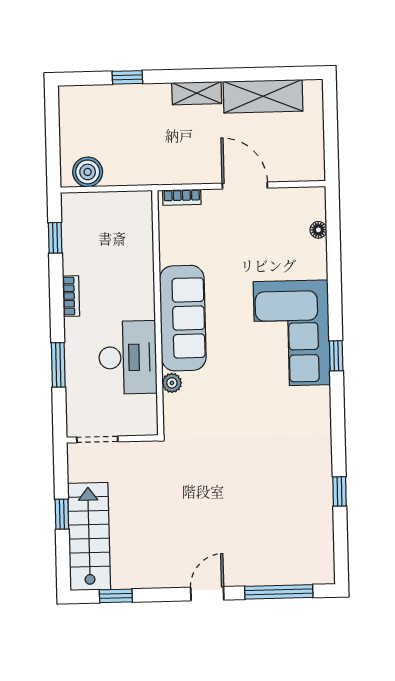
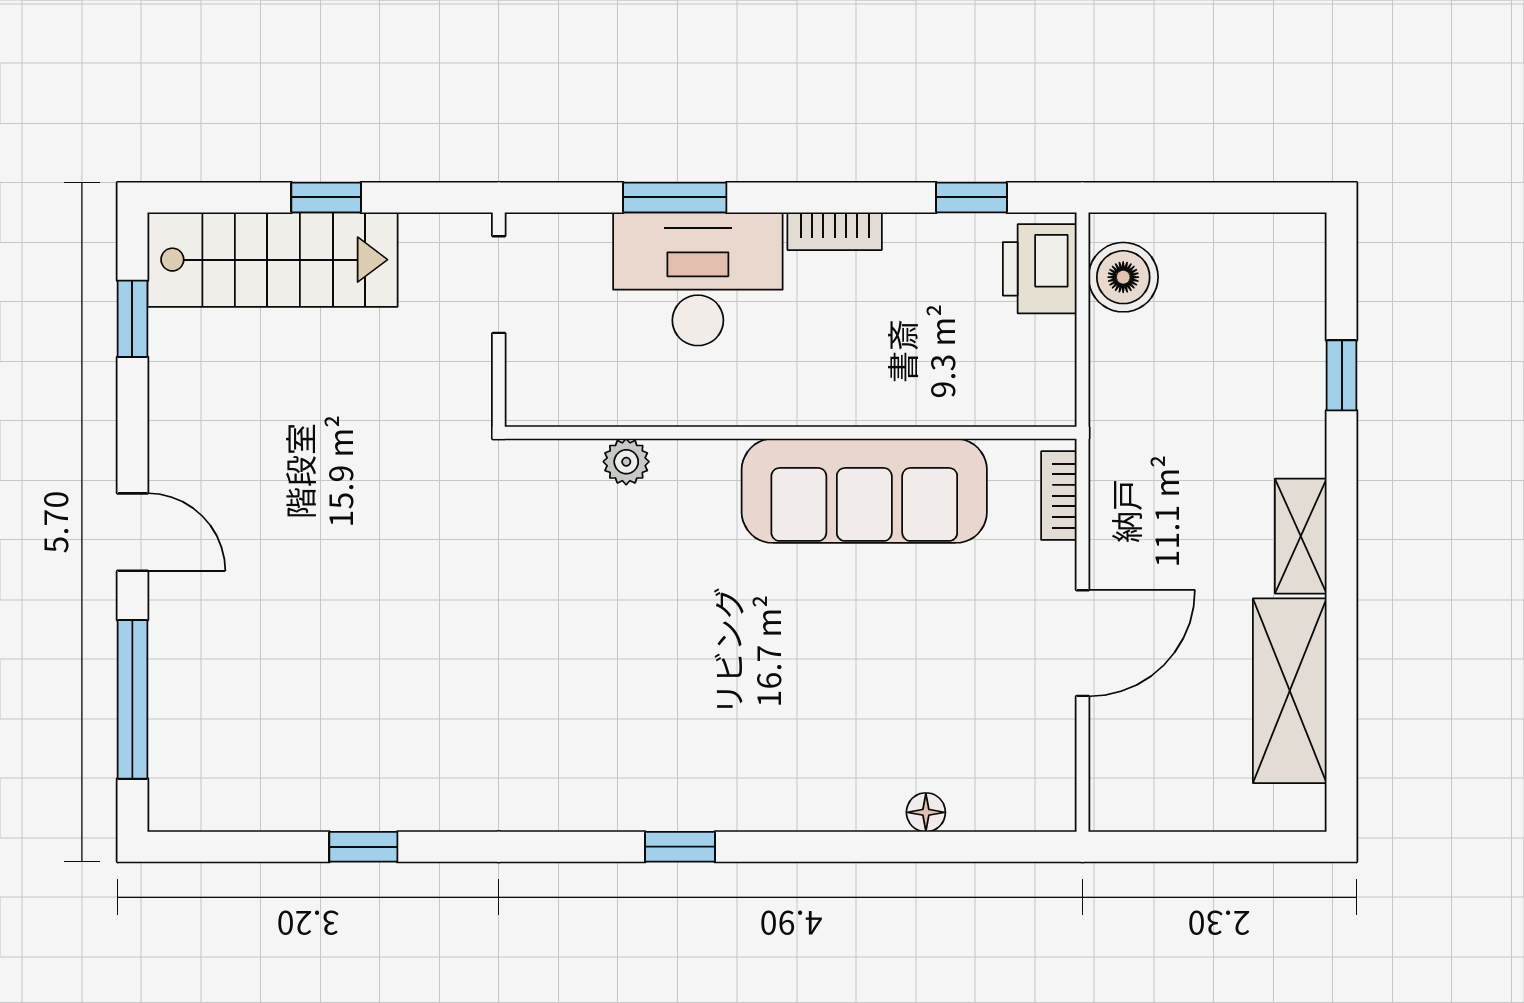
printer: (85, 208) -> (1040, 269), added
floor lamp: (318, 230) -> (926, 812), moved
sofa: (183, 318) -> (864, 491), moved
corner sofa: (292, 333) -> (735, 745), removed
desk: (128, 357) -> (698, 279), moved, turned 180

